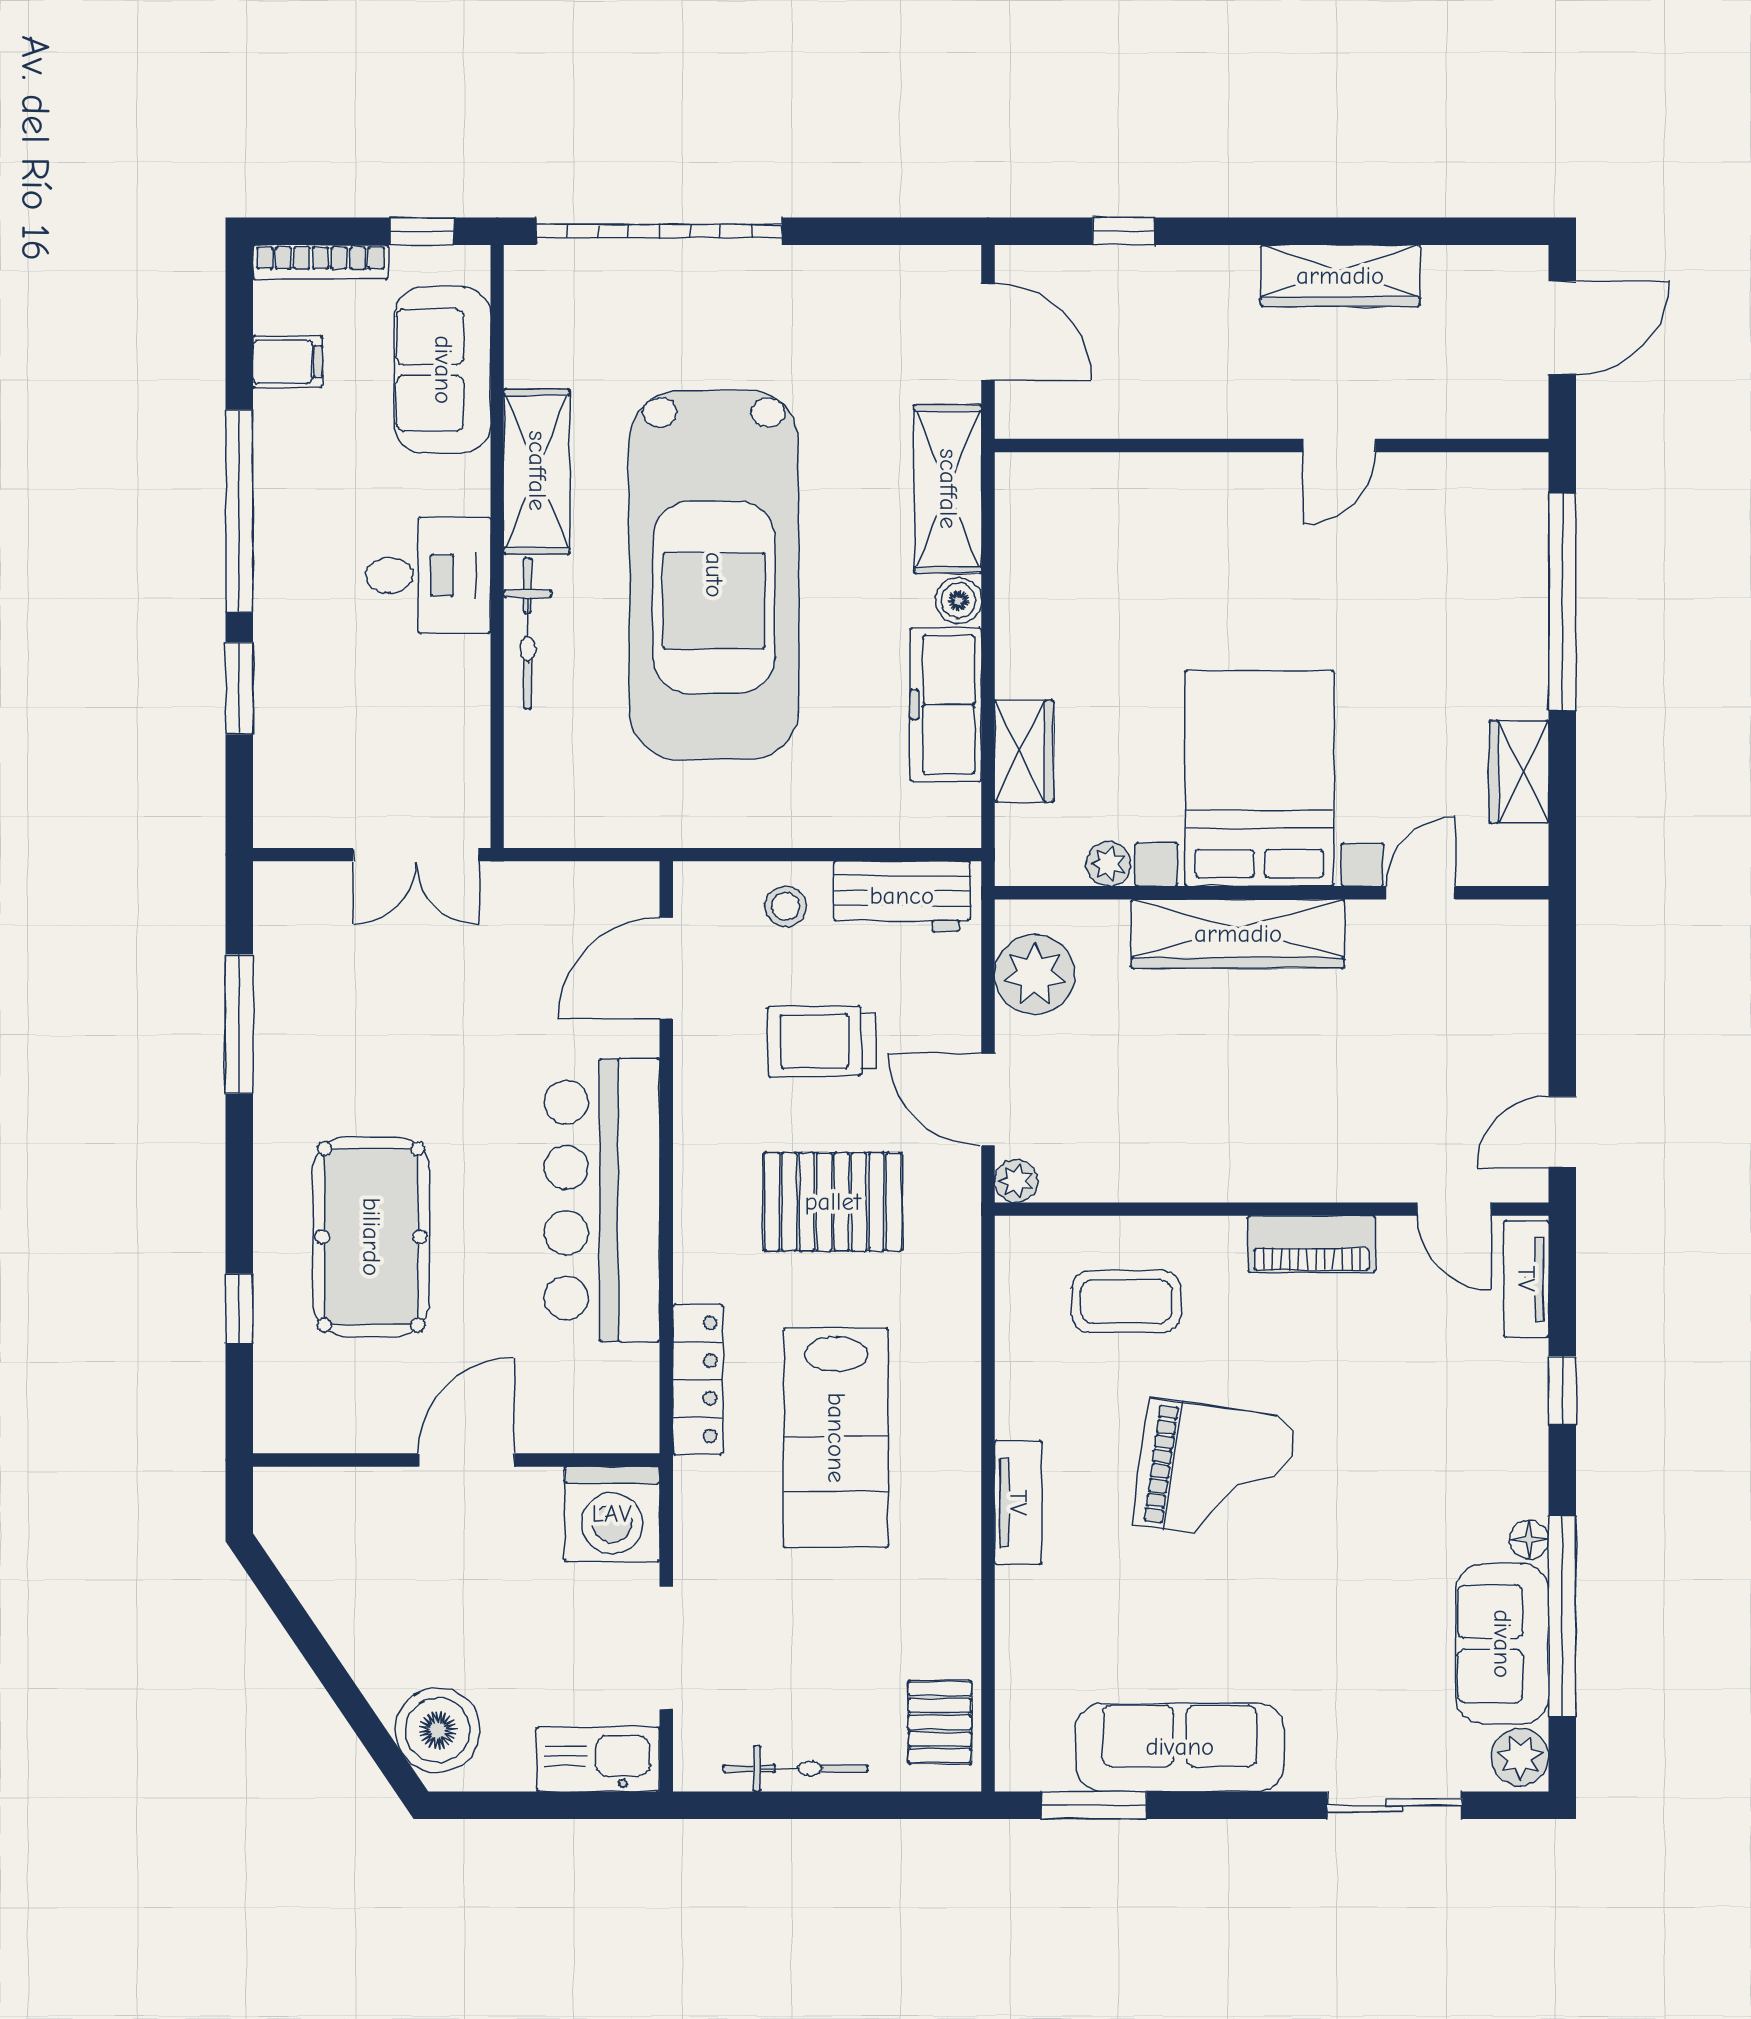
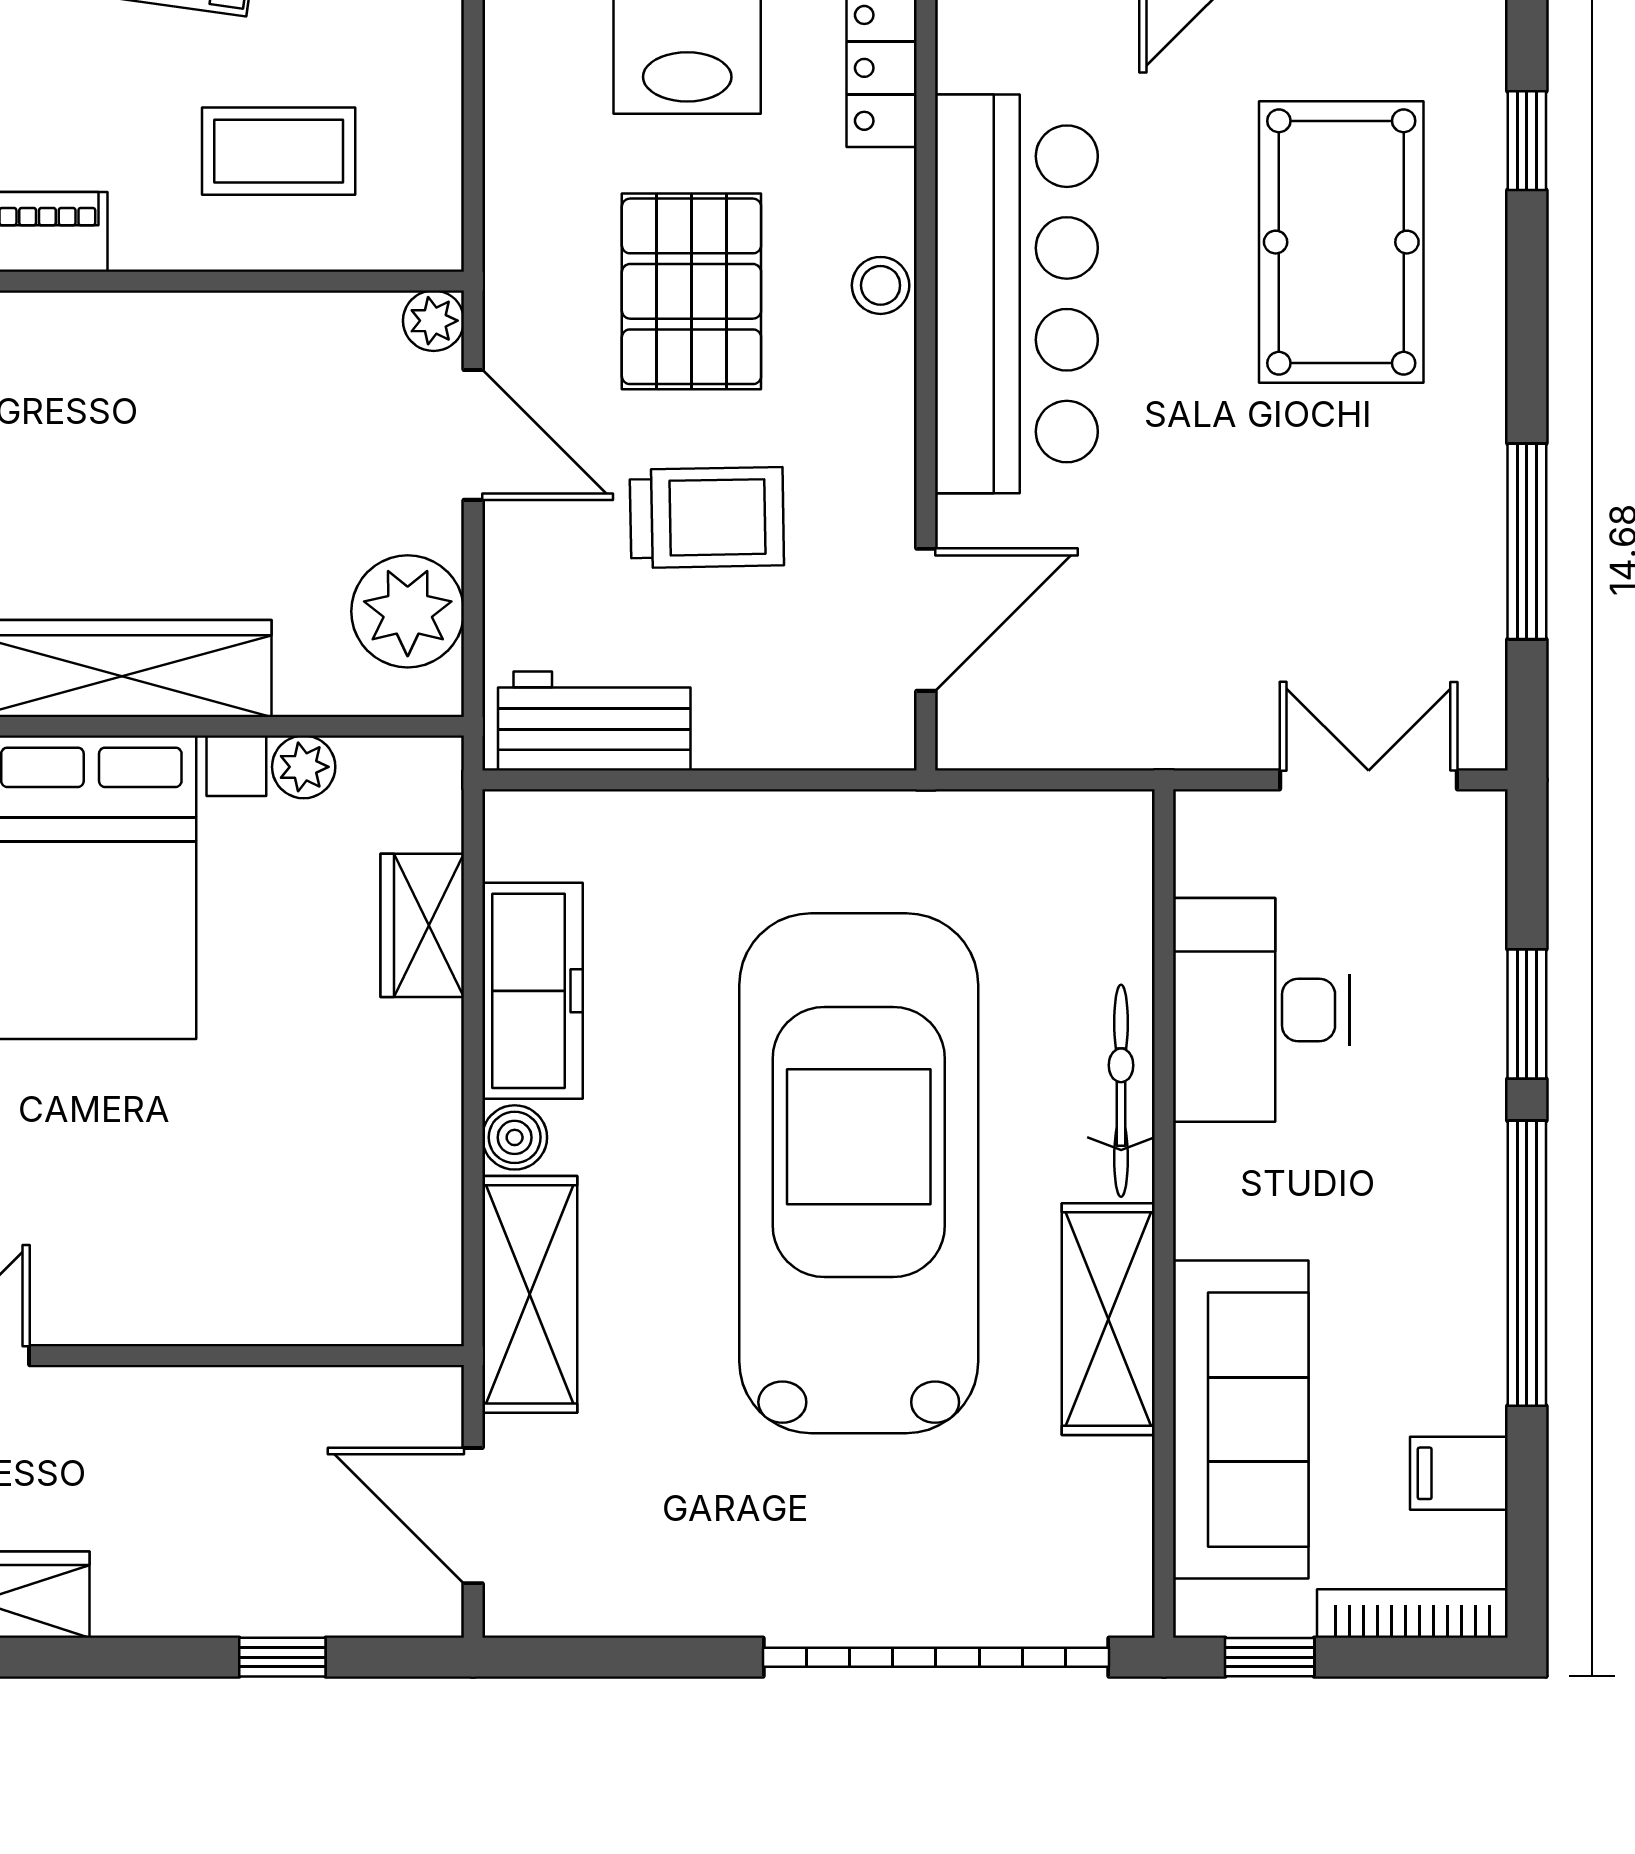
sofa: (443, 370) -> (1241, 1420), width x1.36
desk: (428, 575) -> (1261, 1010), moved, width x1.37
double door: (416, 855) -> (1369, 780), moved
stool: (786, 906) -> (881, 285), moved
pallet: (833, 1202) -> (691, 291), turned 90

